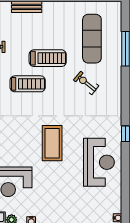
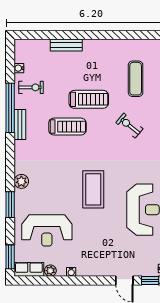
exercise mat: (92, 39) -> (136, 79), width x0.73, depth x0.69

